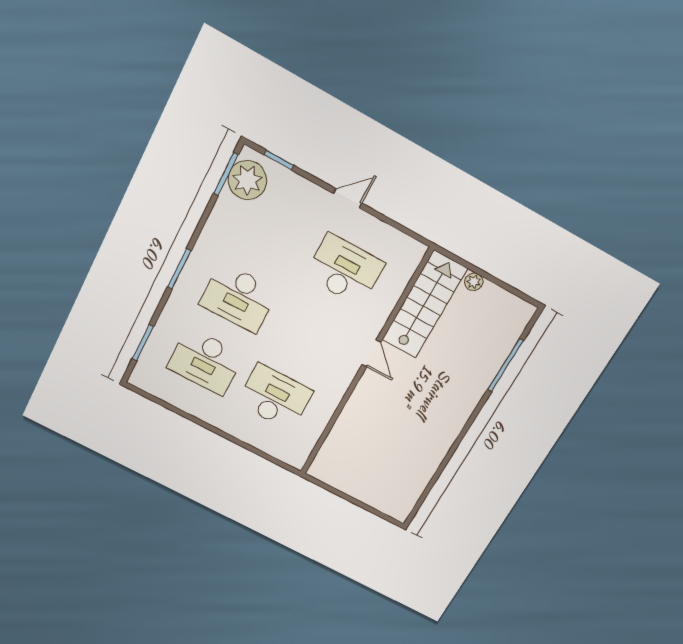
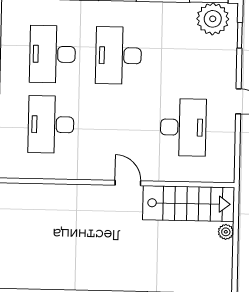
door: (371, 353) -> (128, 183), swing flipped
desk: (275, 397) -> (51, 125), turned 180

